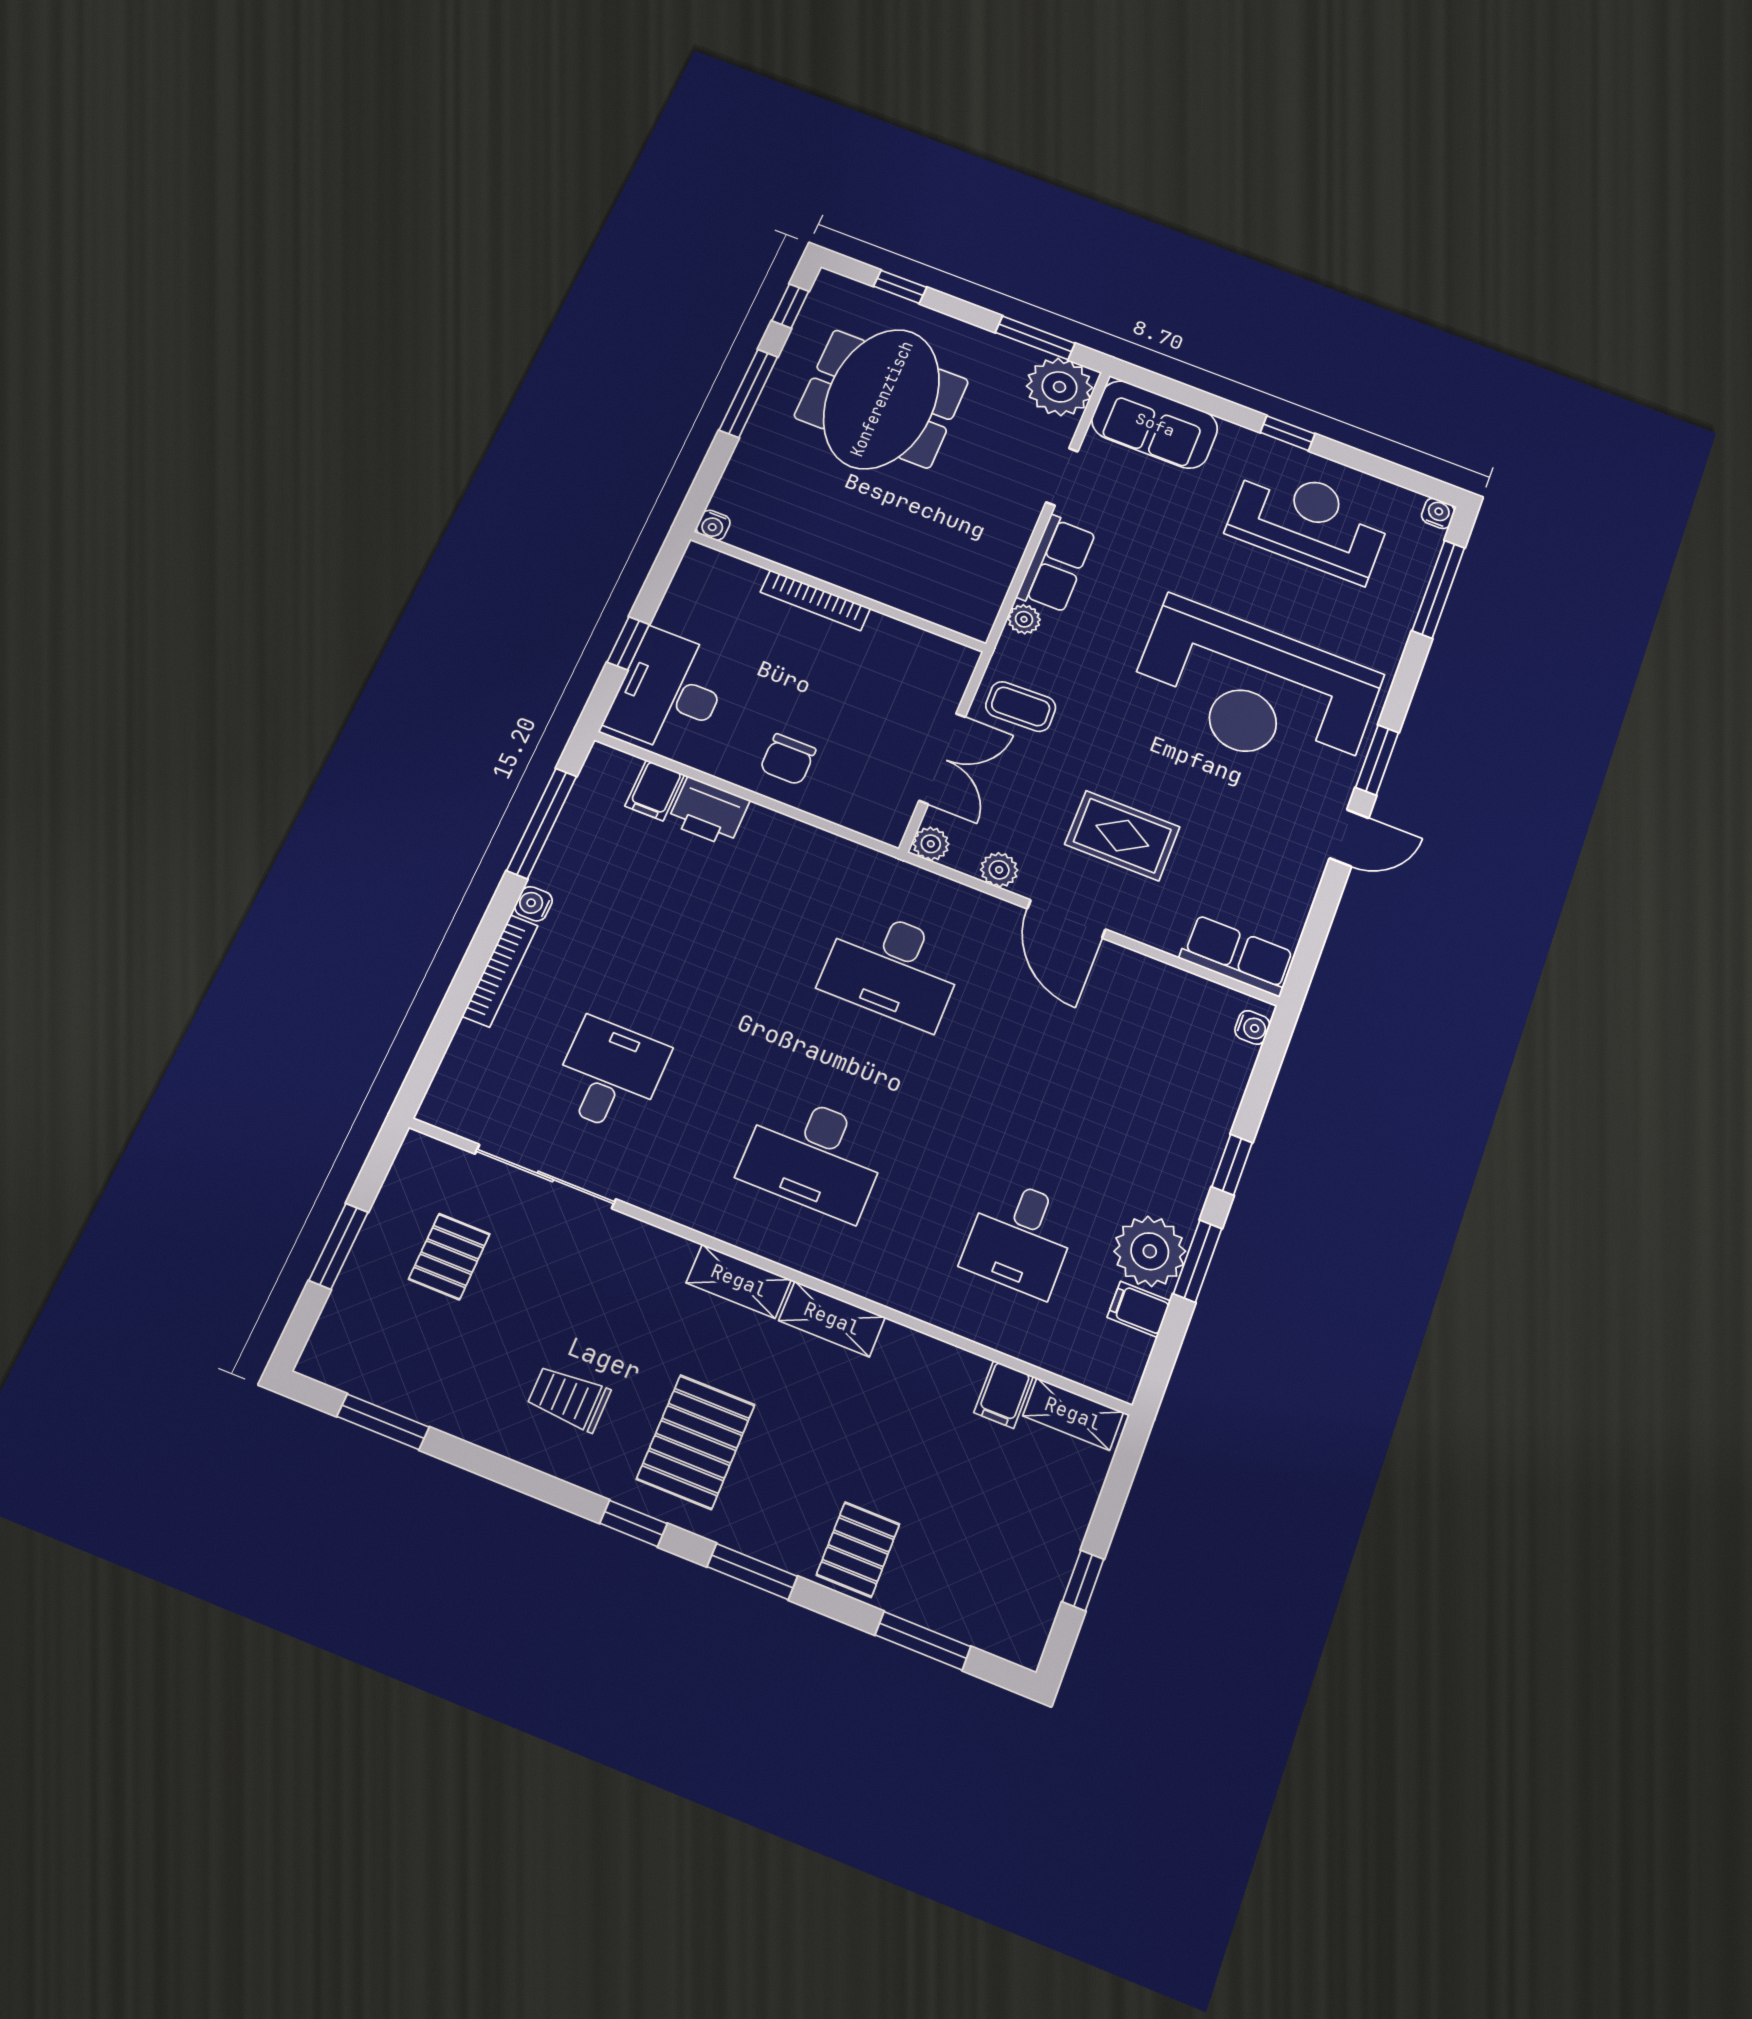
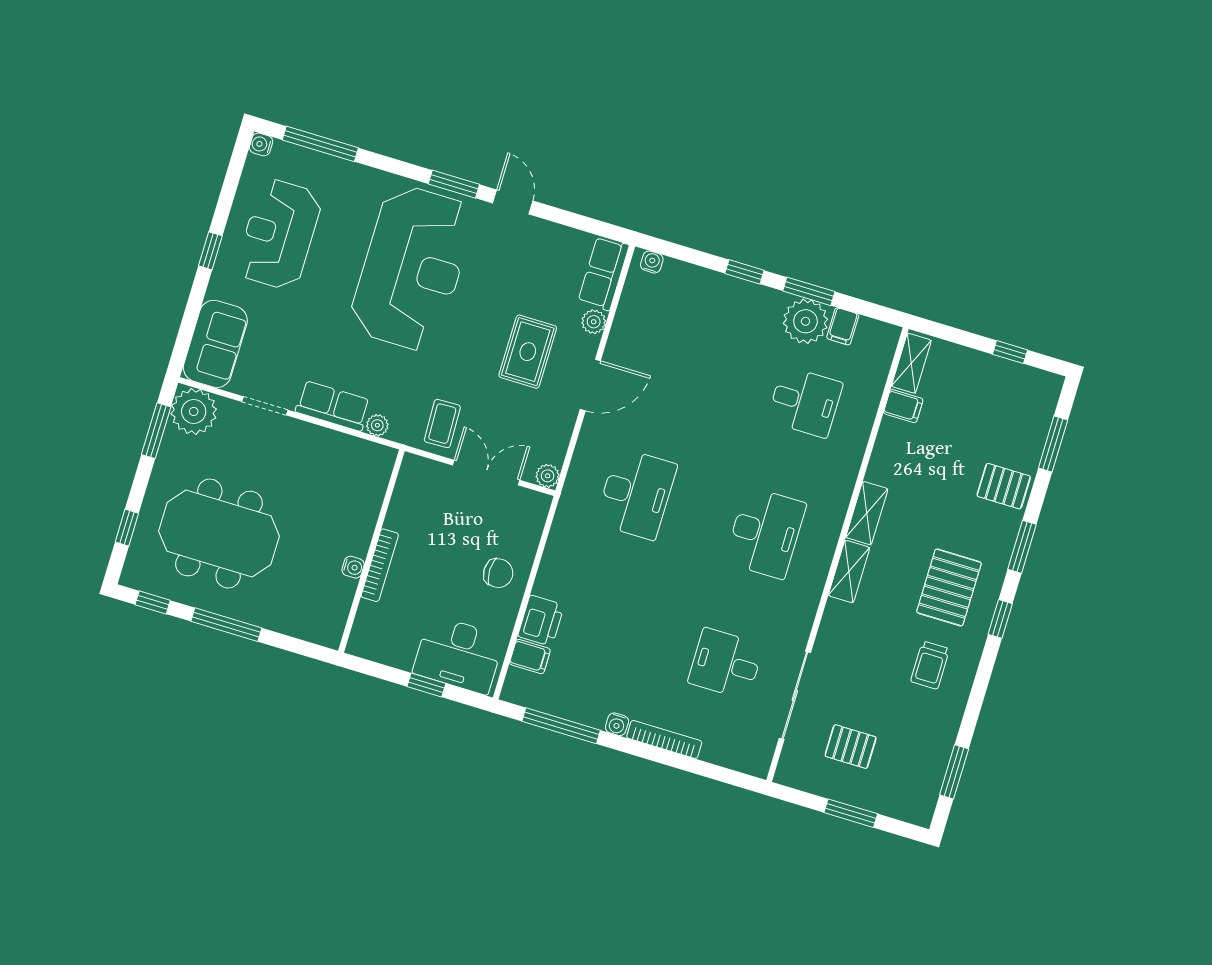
water cooler: (713, 525) -> (353, 567), moved
plant: (999, 870) -> (594, 322), moved
pallet: (696, 1442) -> (949, 587), turned 90

